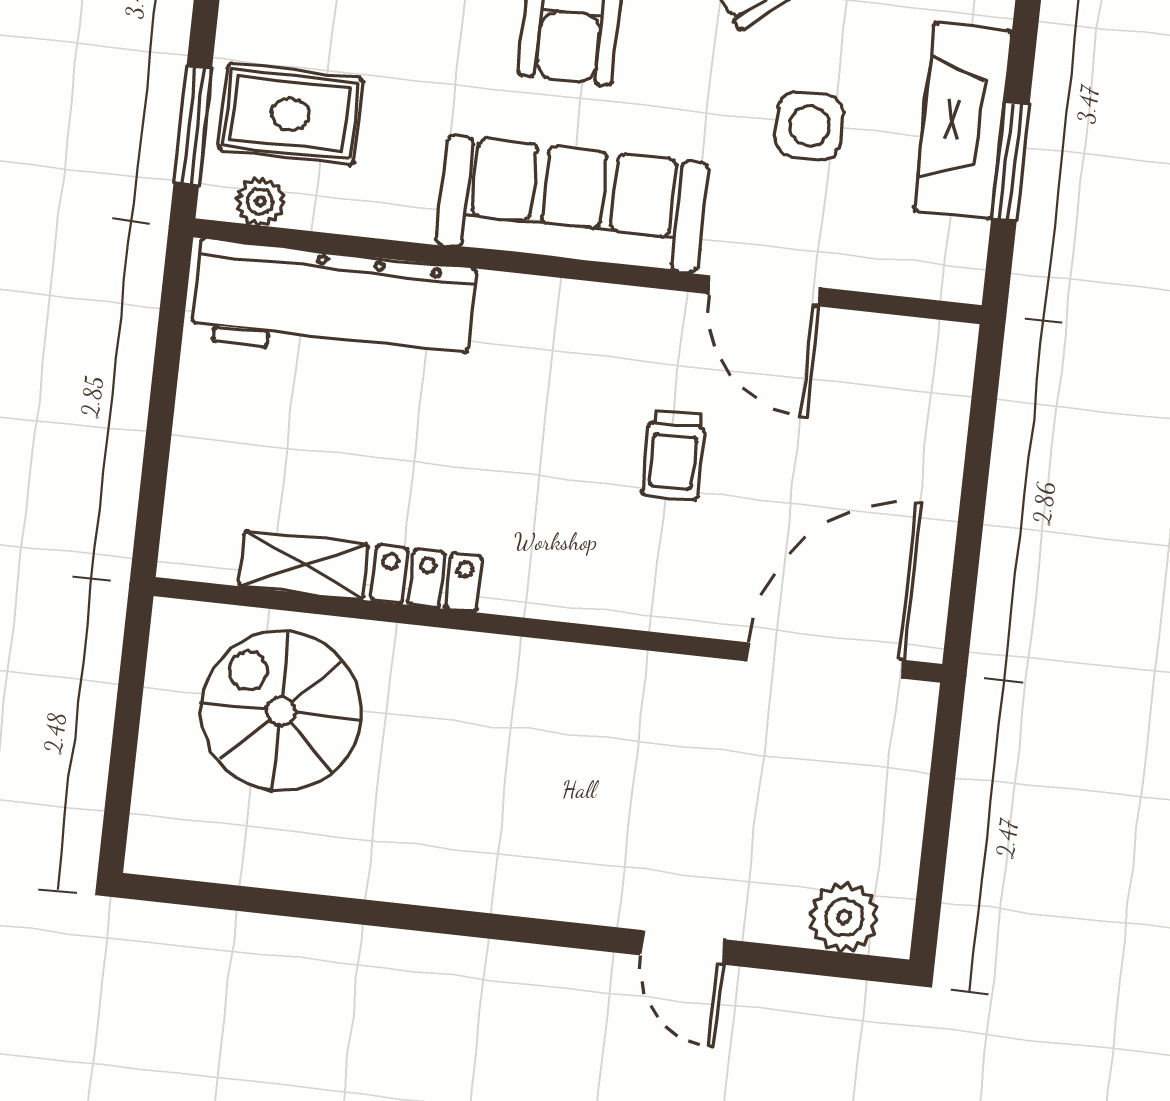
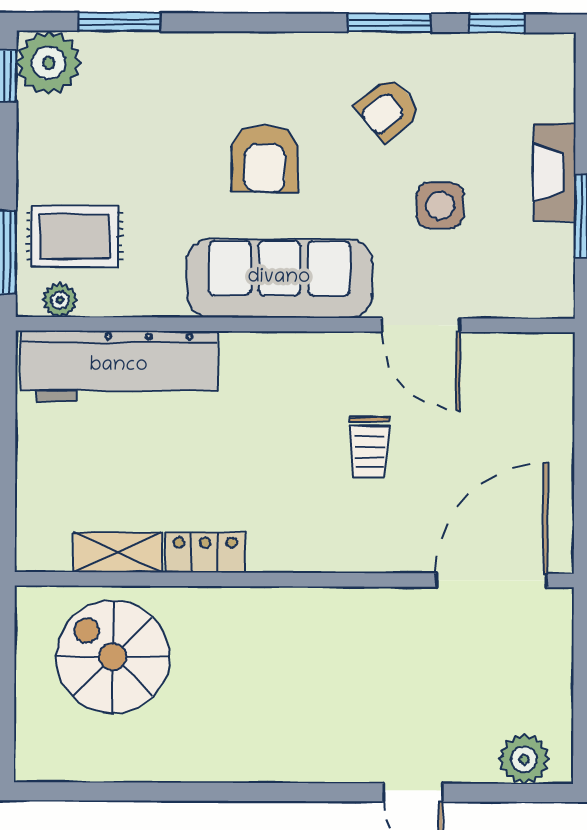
fireplace: (963, 121) -> (554, 172), width x0.73, depth x0.76

